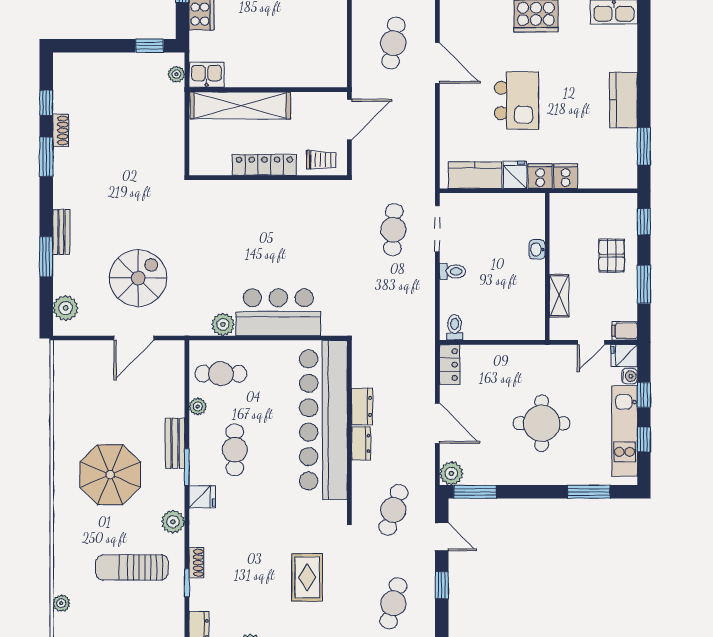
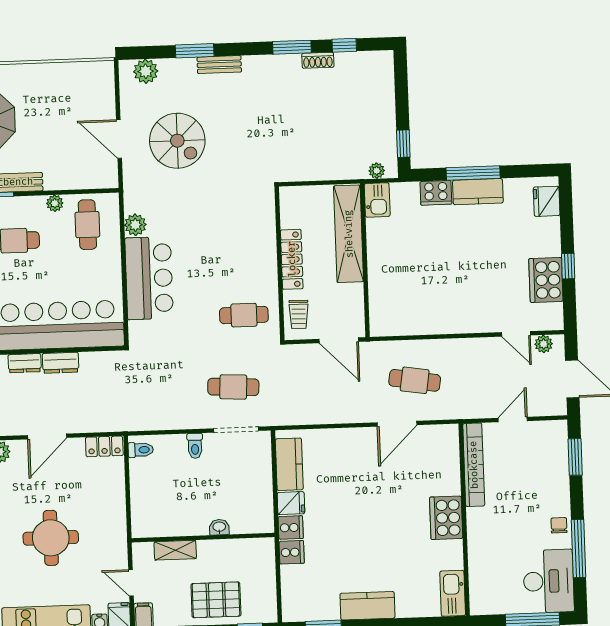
kitchen island: (516, 100) -> (363, 502), removed
cafe table: (320, 216) -> (244, 315), added
pallet: (612, 256) -> (216, 600), width x1.50, depth x1.42

